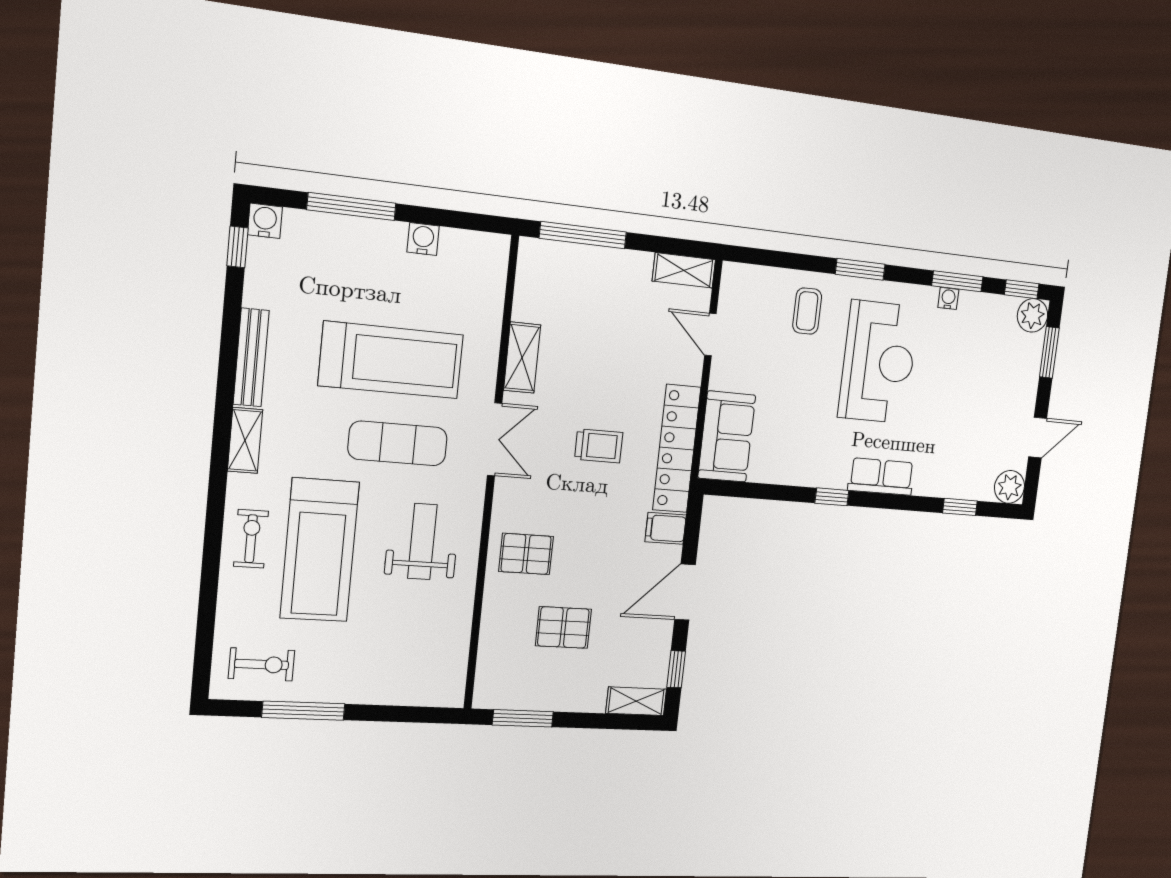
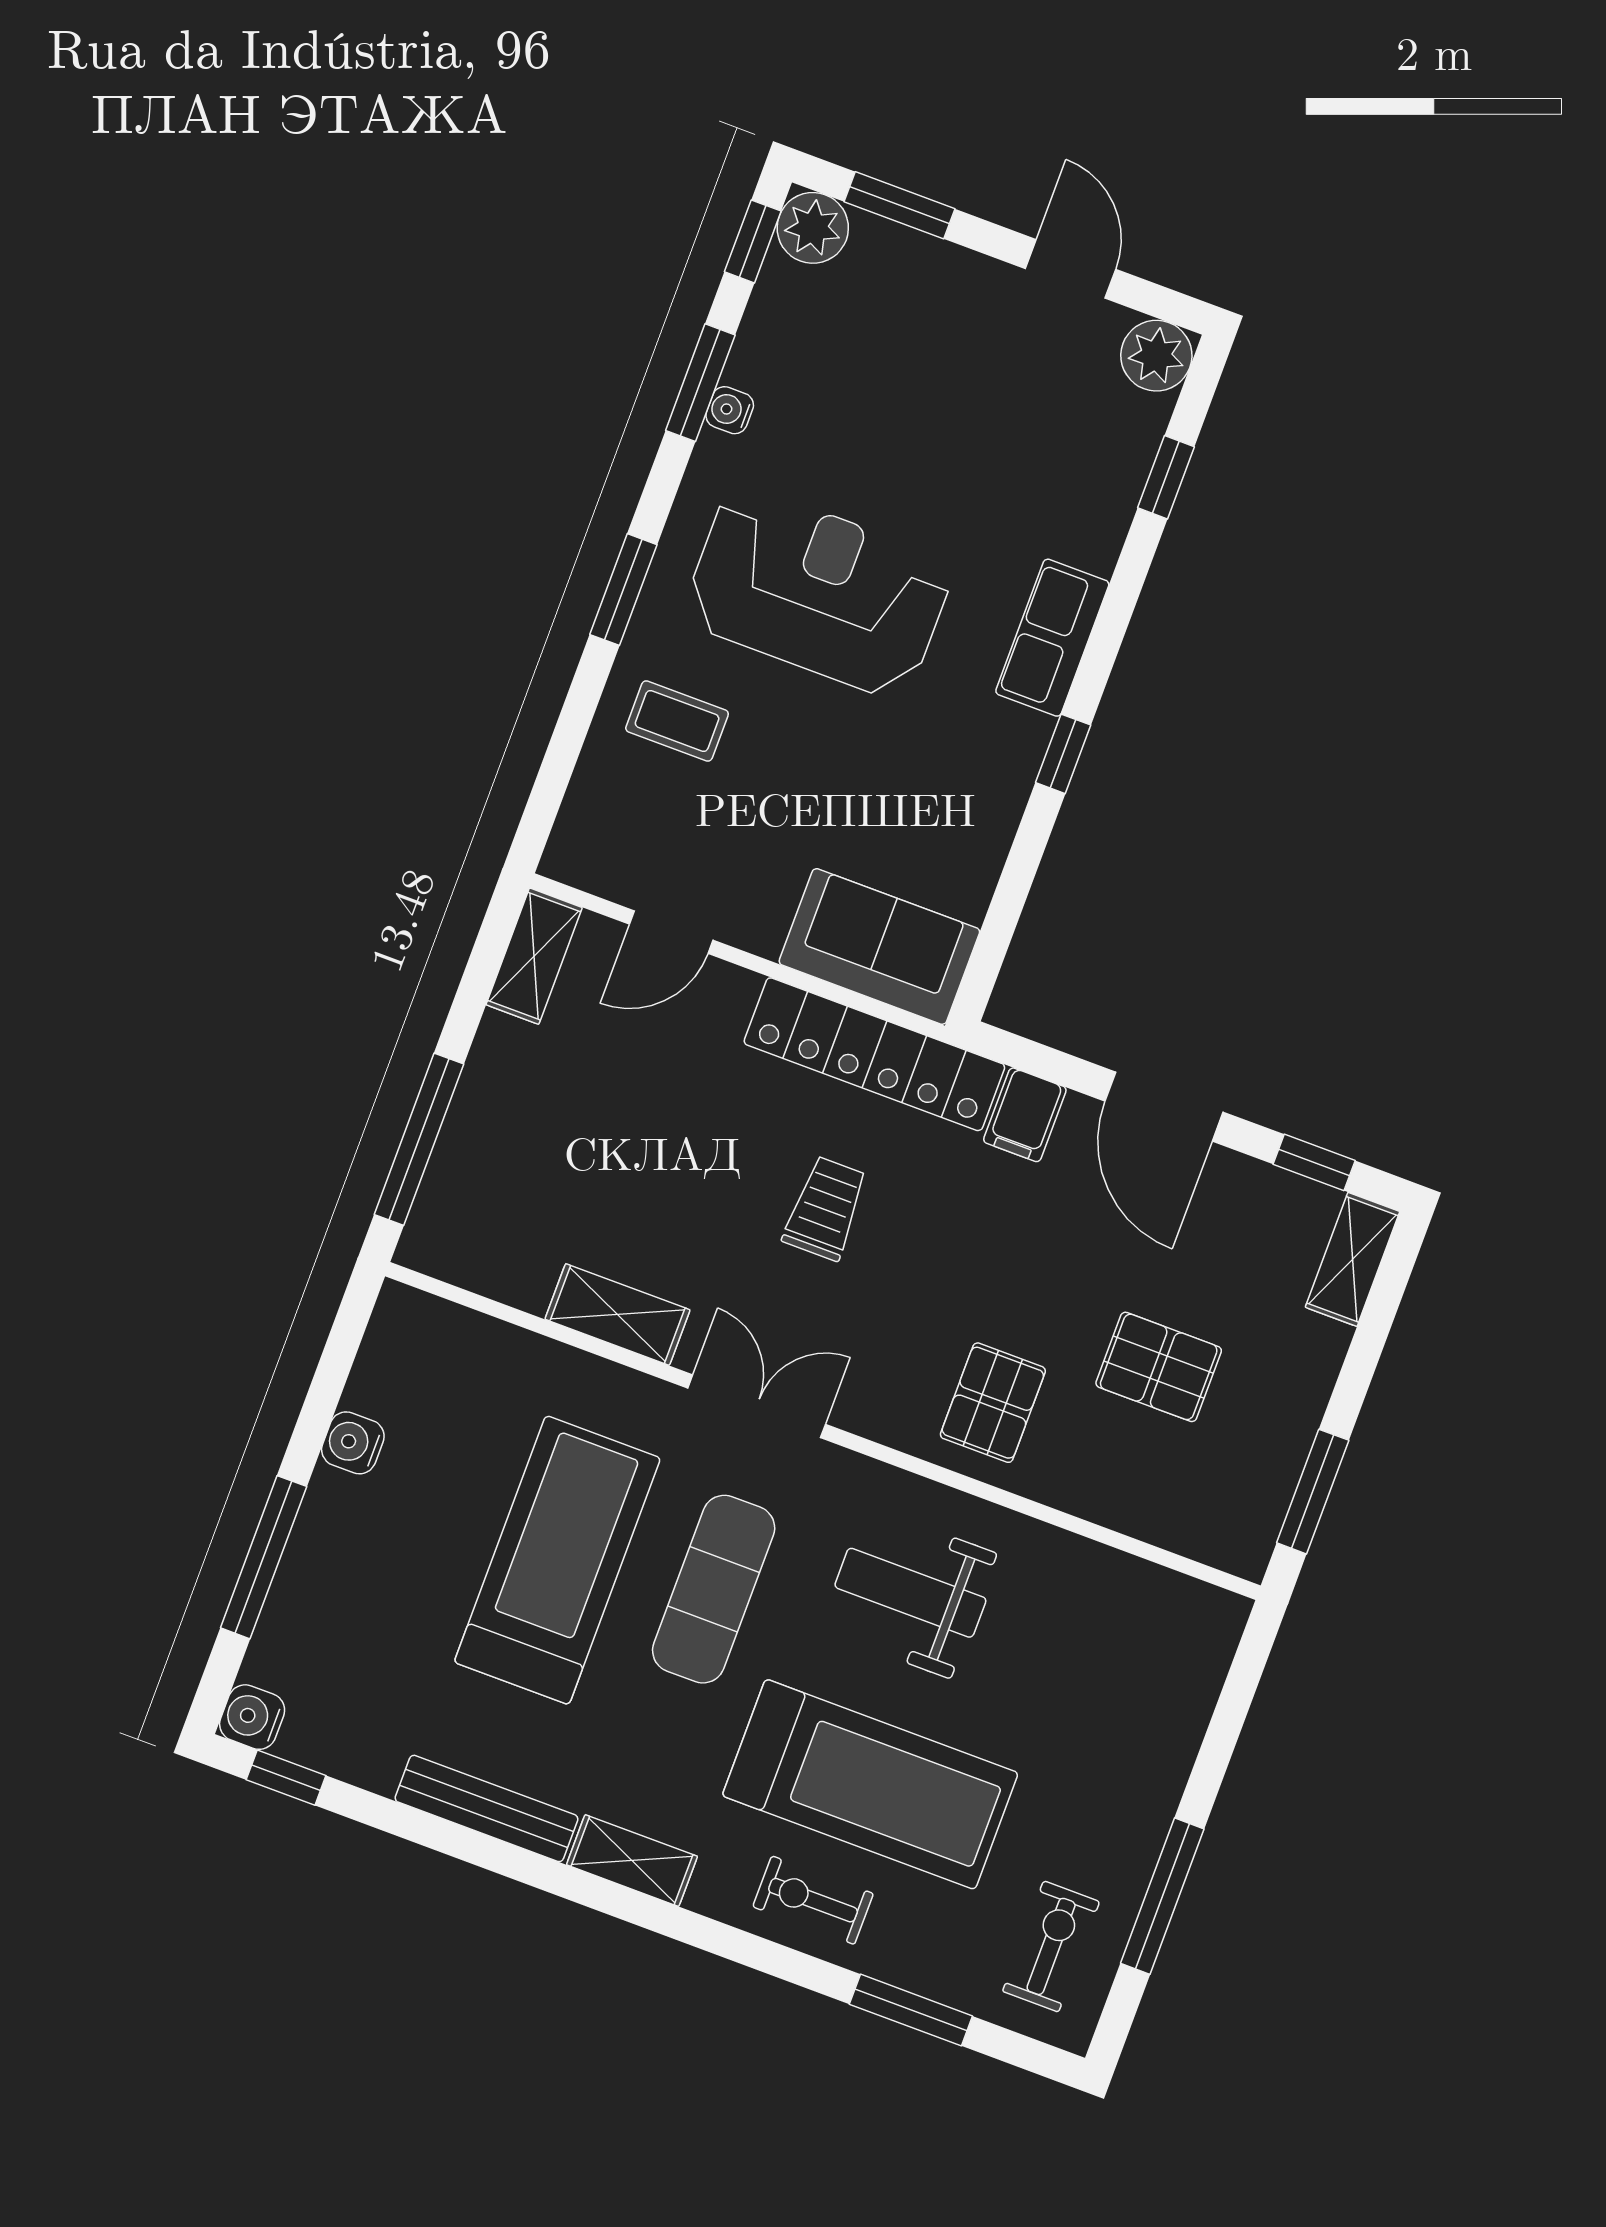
window: (207, 605) -> (911, 2010), added
pallet: (563, 627) -> (1159, 1367), turned 90

